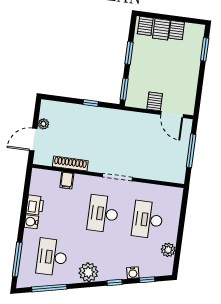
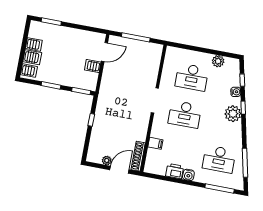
door: (33, 139) -> (119, 170), swing flipped
shoe rack: (70, 164) -> (138, 156), moved
plant: (88, 272) -> (233, 114), moved

